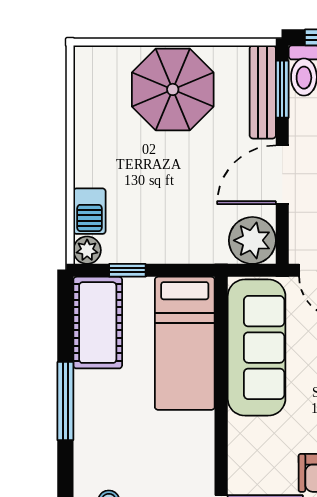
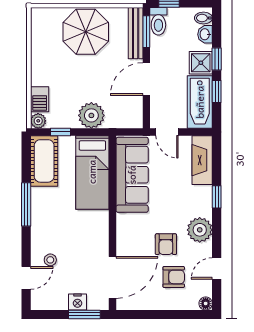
plant: (252, 240) -> (91, 115), moved

